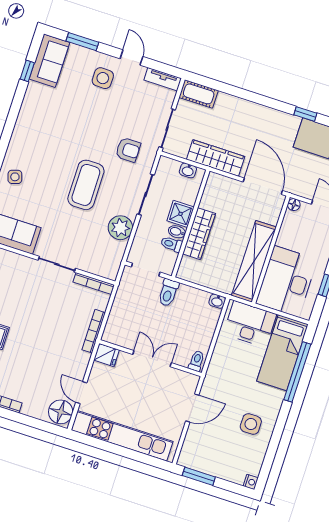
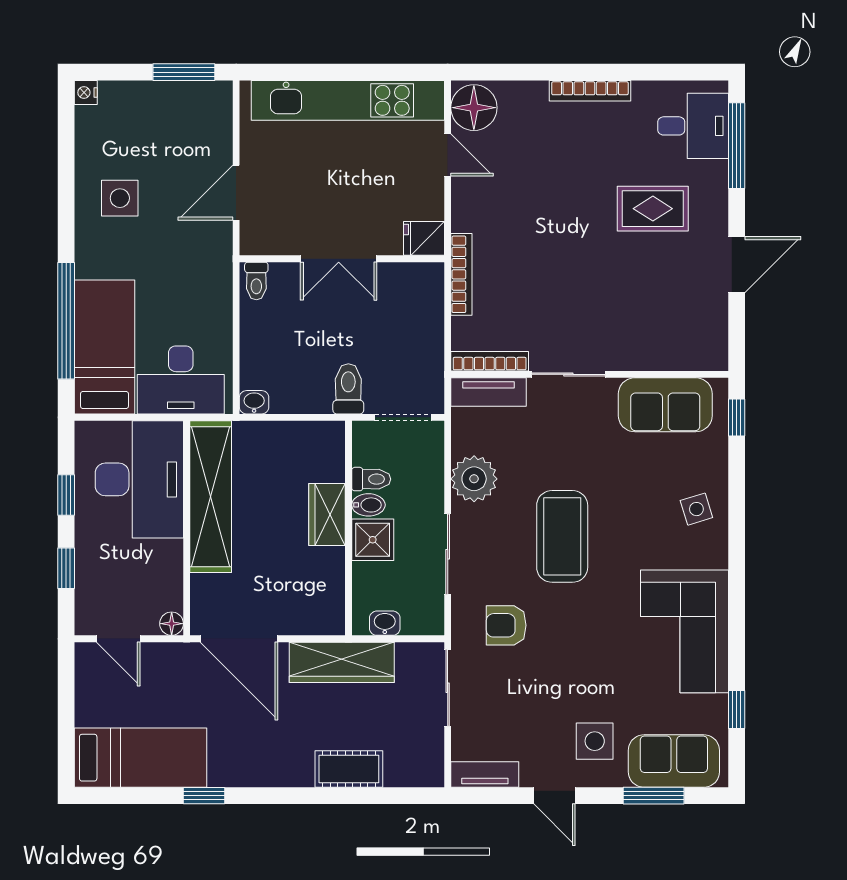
sofa: (50, 61) -> (674, 761), moved, turned 90
cot: (199, 94) -> (349, 769), moved
corner sofa: (41, 118) -> (685, 631), added
wardrobe: (199, 234) -> (327, 514), width x0.67
tv unit: (99, 268) -> (489, 392), added

